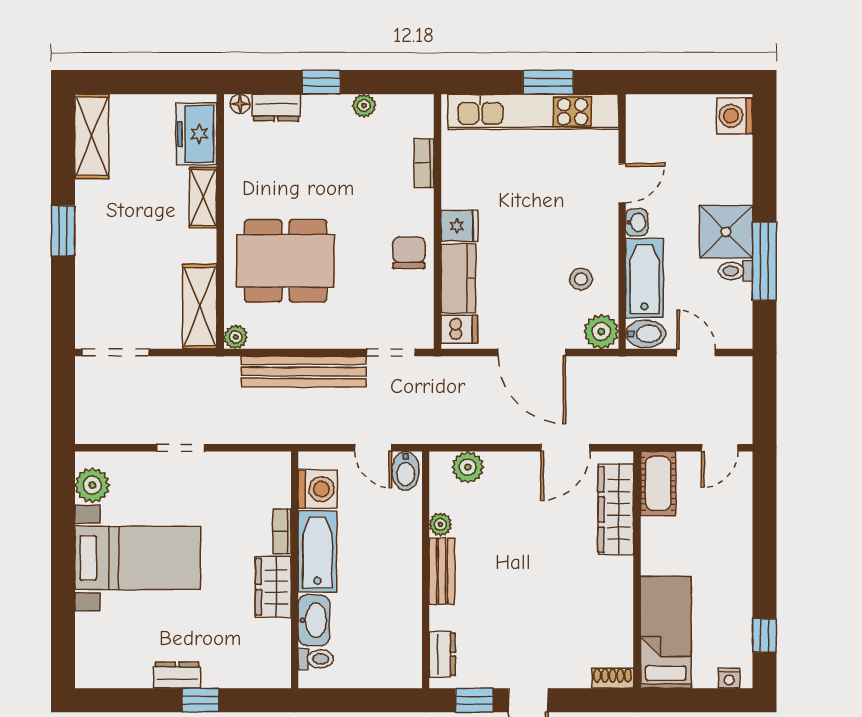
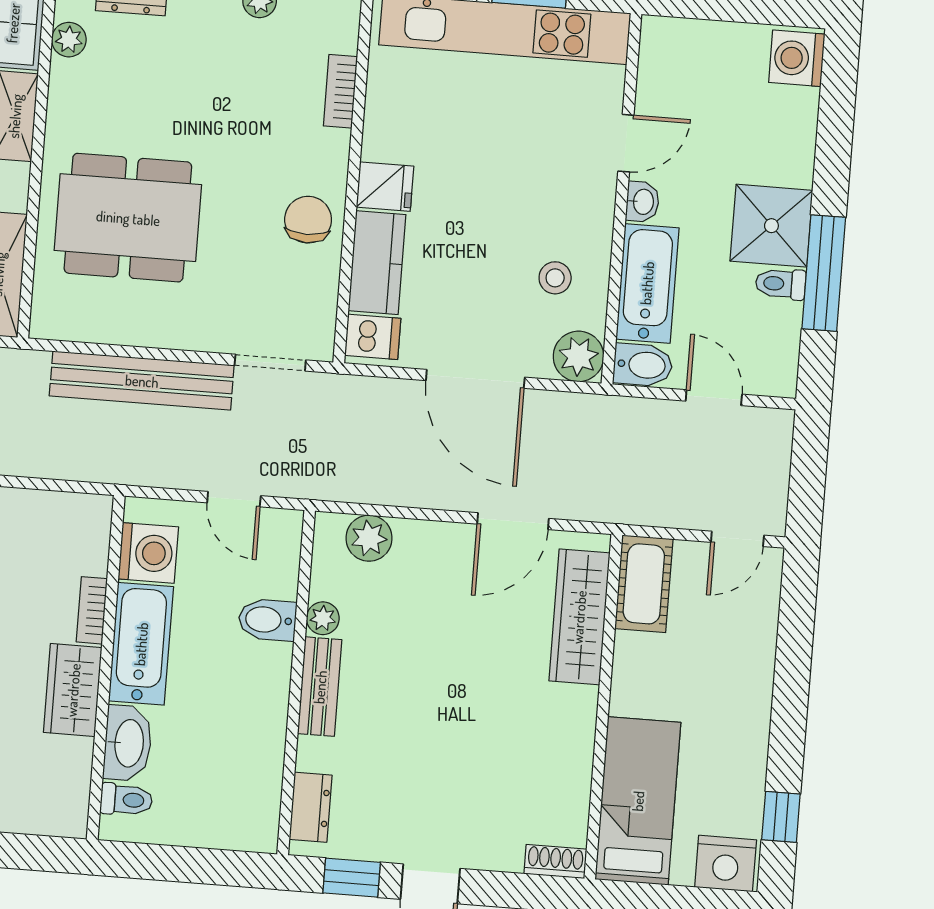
plant: (236, 337) -> (69, 40), moved
bidet: (406, 471) -> (267, 620), moved, turned 90
nightstand: (729, 678) -> (726, 864), width x1.89, depth x1.79

